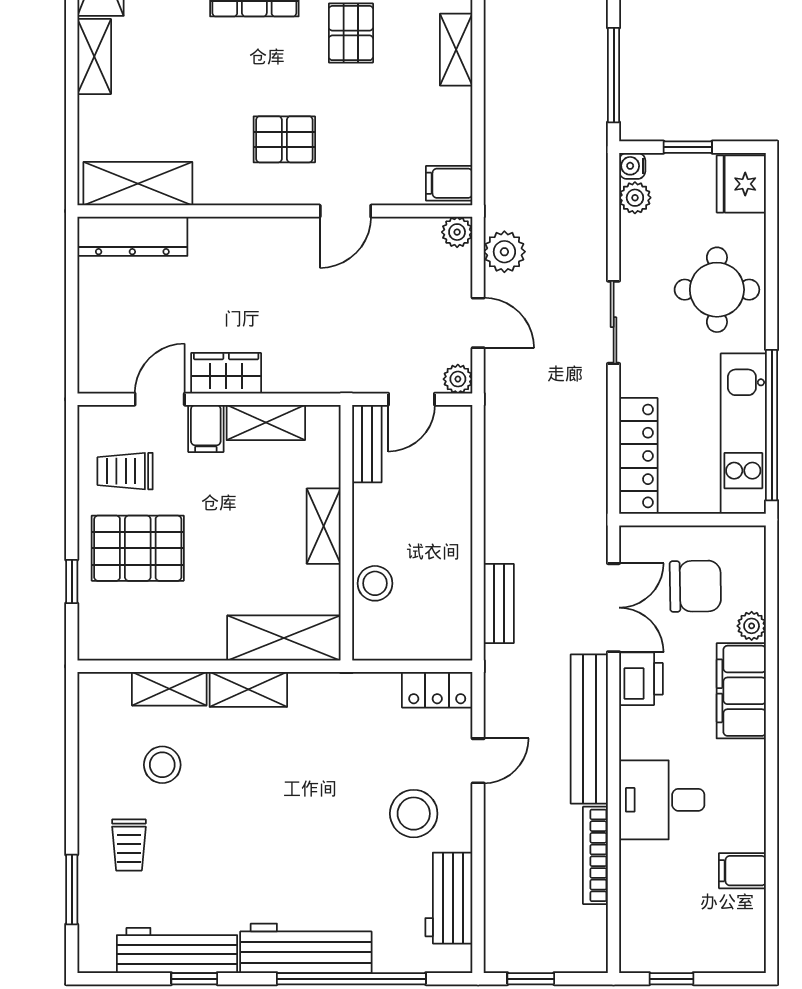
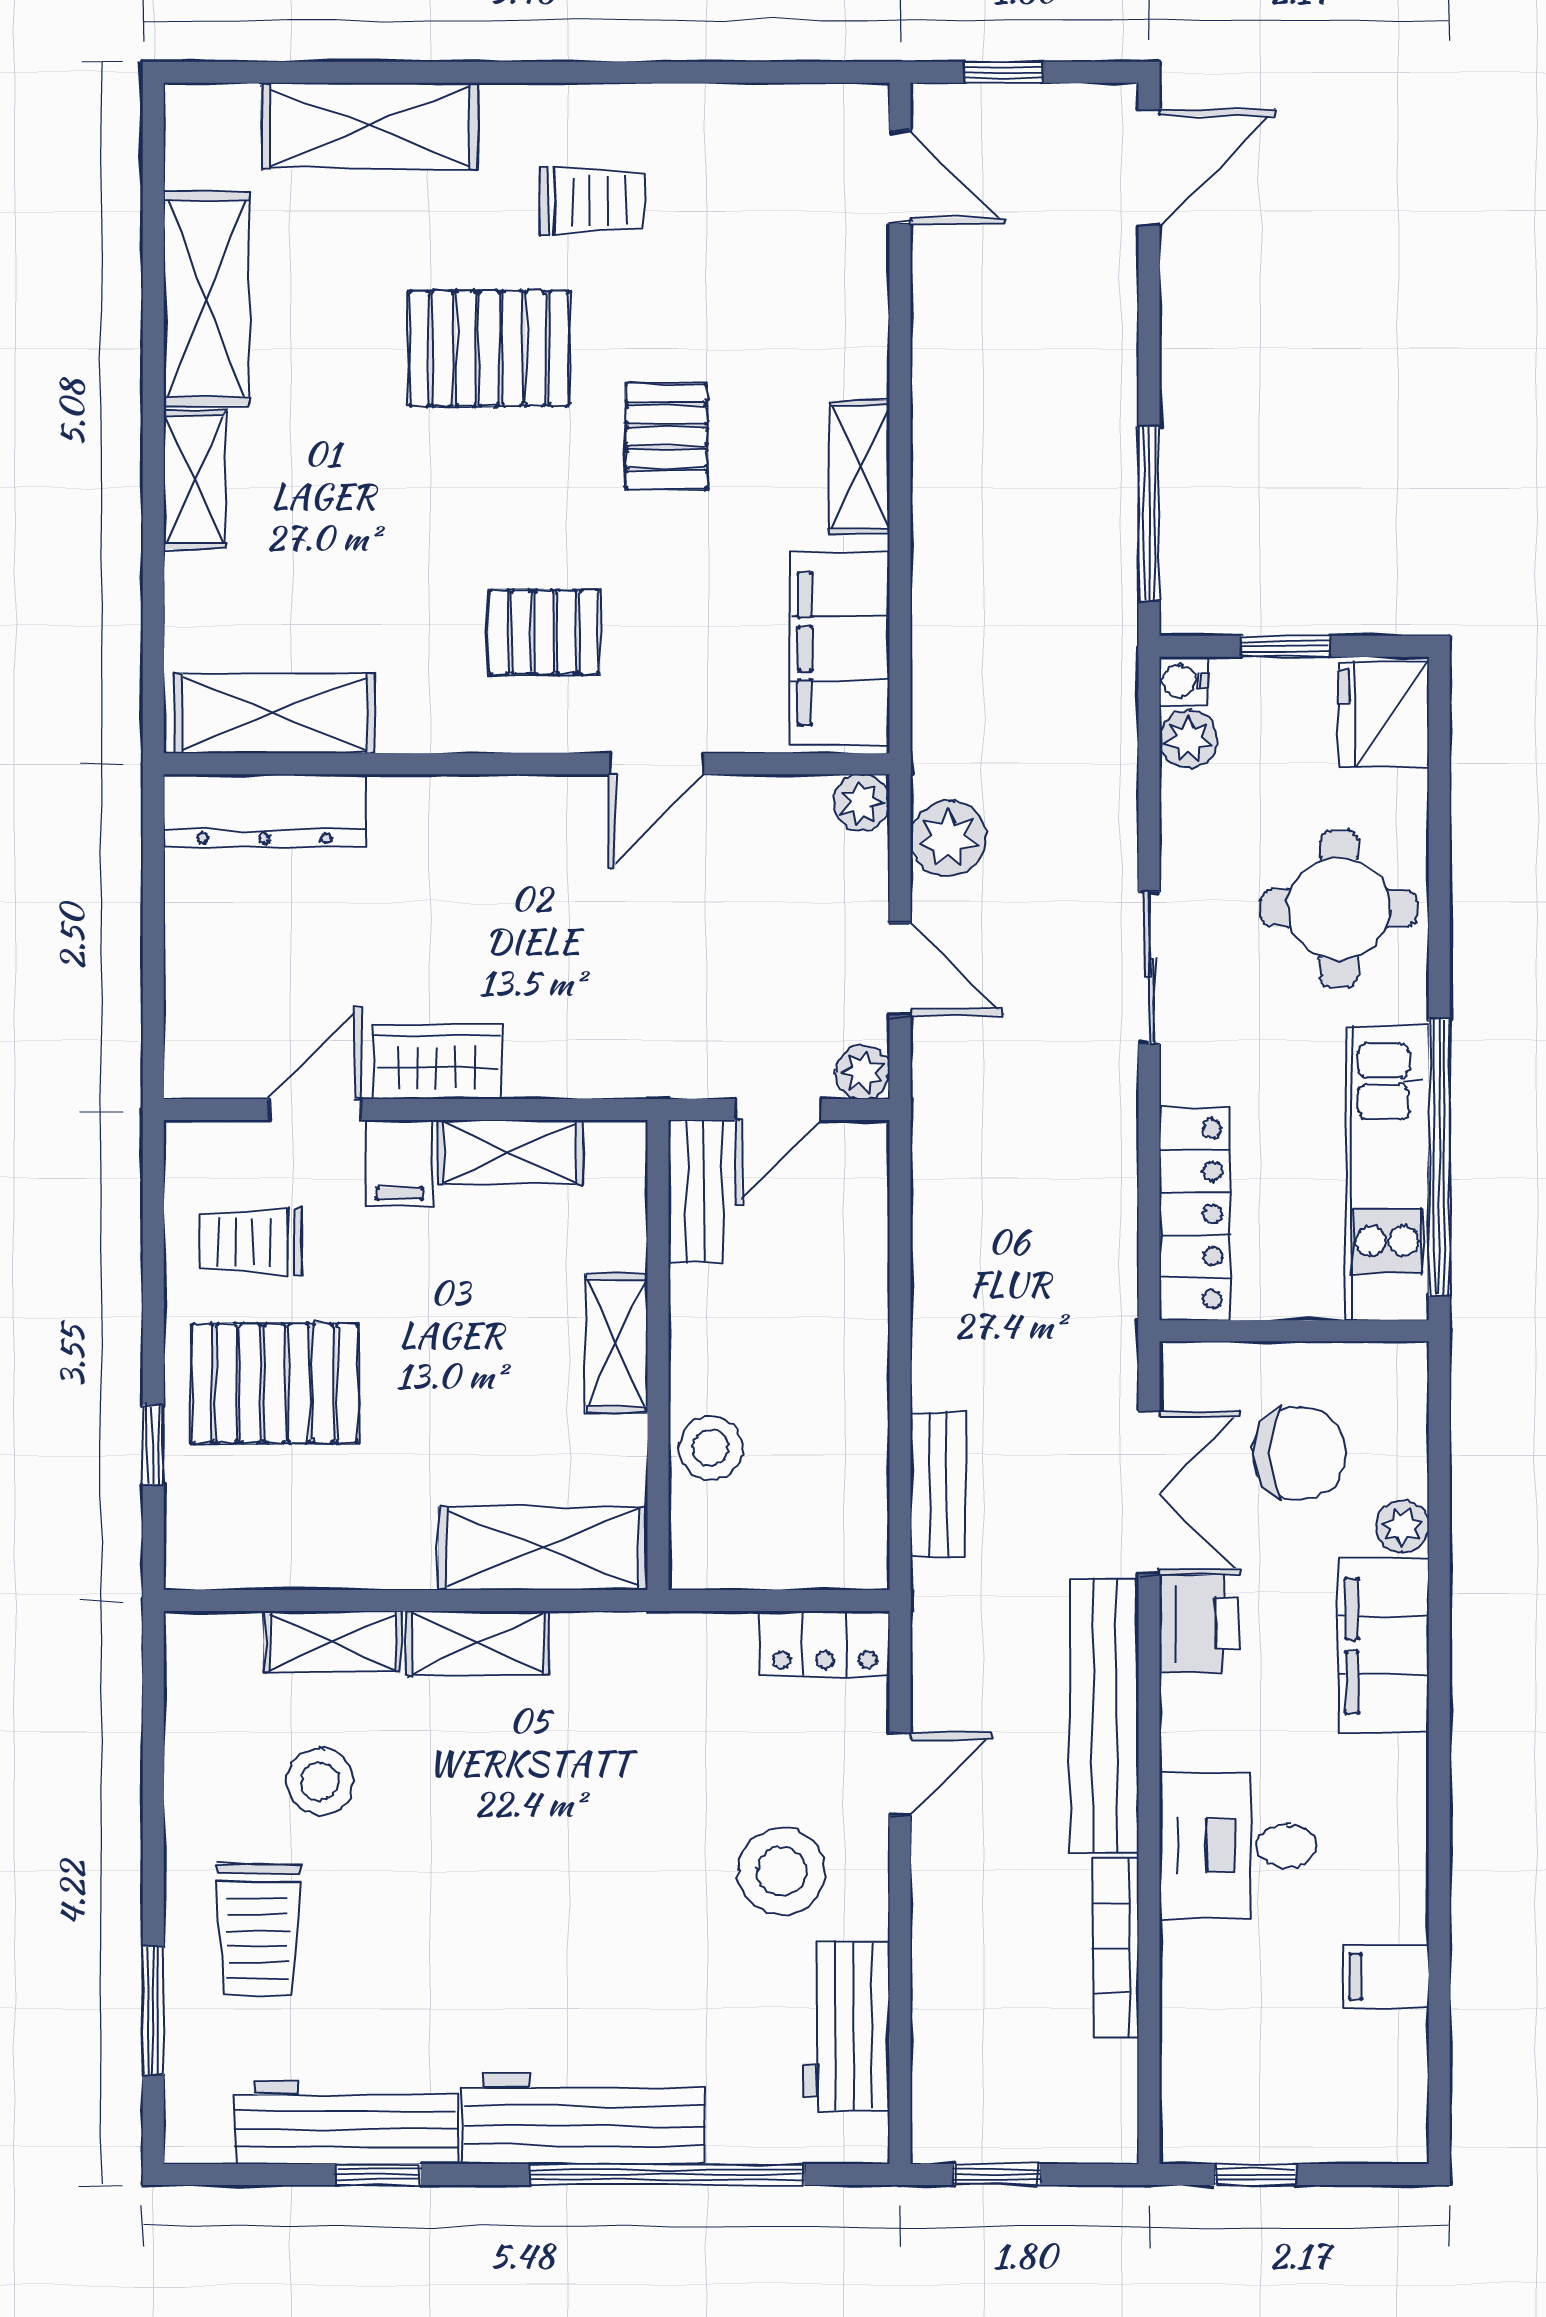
filing cabinet: (449, 183) -> (840, 649), width x3.00, depth x1.17
trolley: (129, 845) -> (258, 1929), width x1.36, depth x1.39

